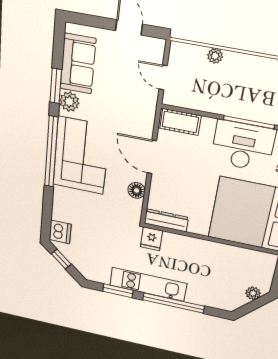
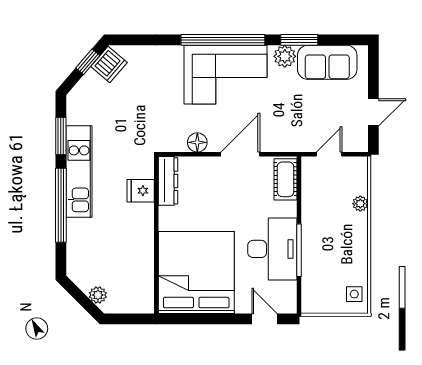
dishwasher: (60, 232) -> (109, 65), moved, turned -49
fridge: (151, 239) -> (141, 191), moved

